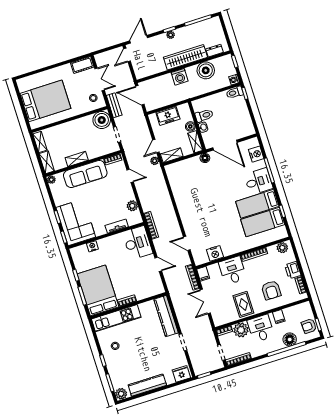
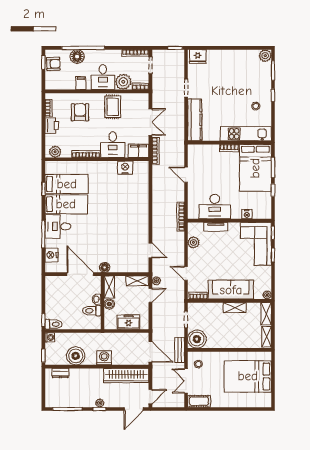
wardrobe: (185, 57) -> (126, 376), moved
desk: (138, 243) -> (215, 207), moved, turned -90
door: (187, 243) -> (150, 250), moved
filing cabinet: (203, 274) -> (138, 151), width x2.00
kitchen counter: (147, 385) -> (236, 56), removed

